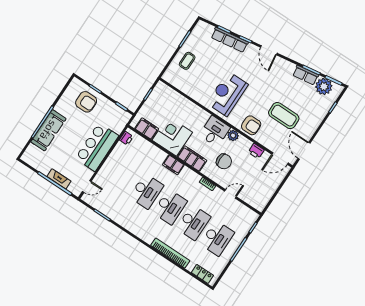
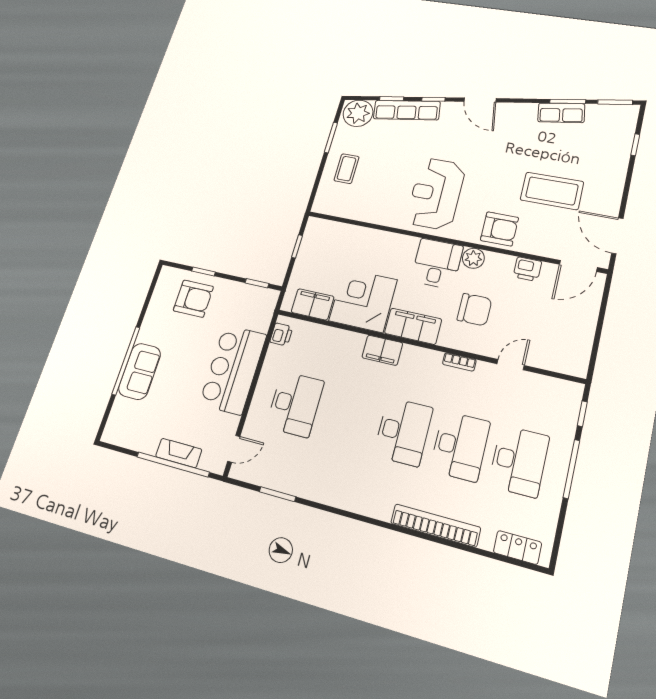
plant: (324, 86) -> (358, 113), moved
sofa: (48, 130) -> (140, 371), width x0.73
desk: (146, 191) -> (295, 404), moved

